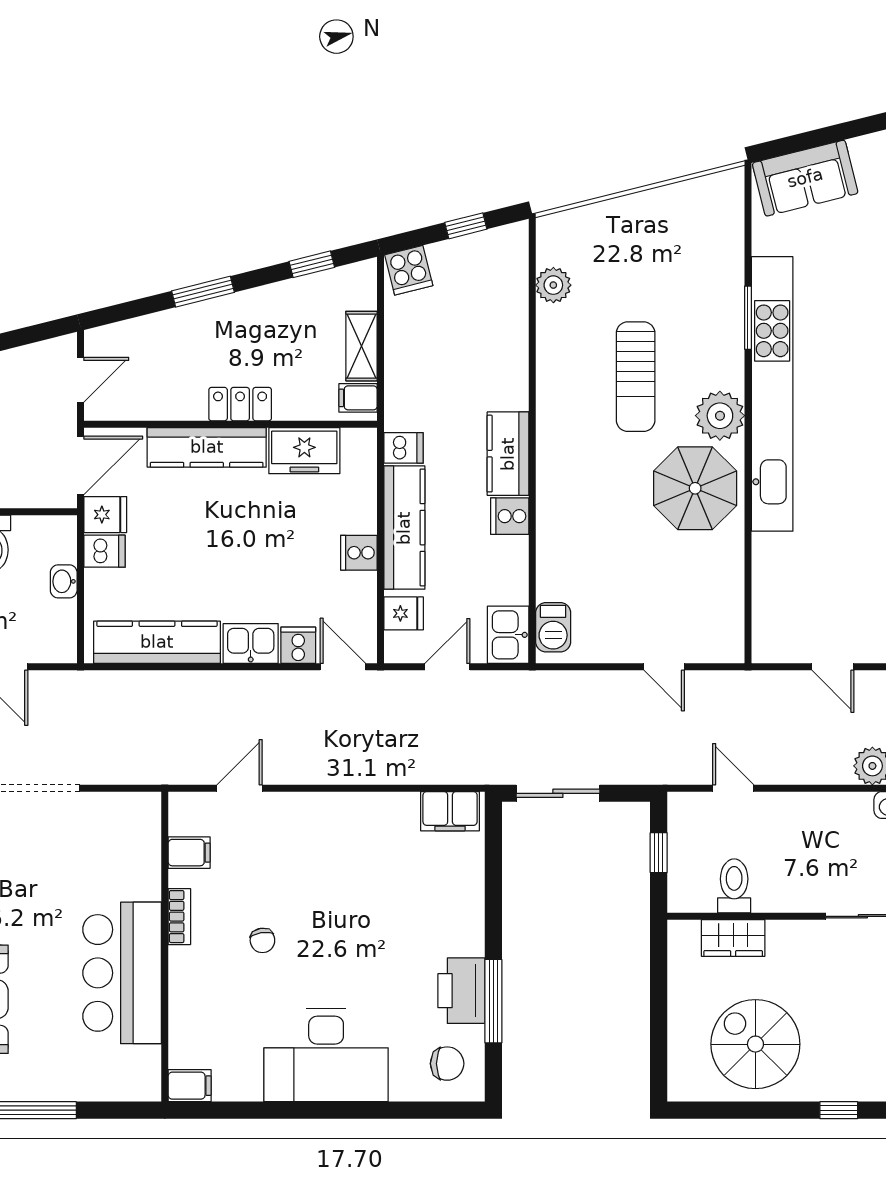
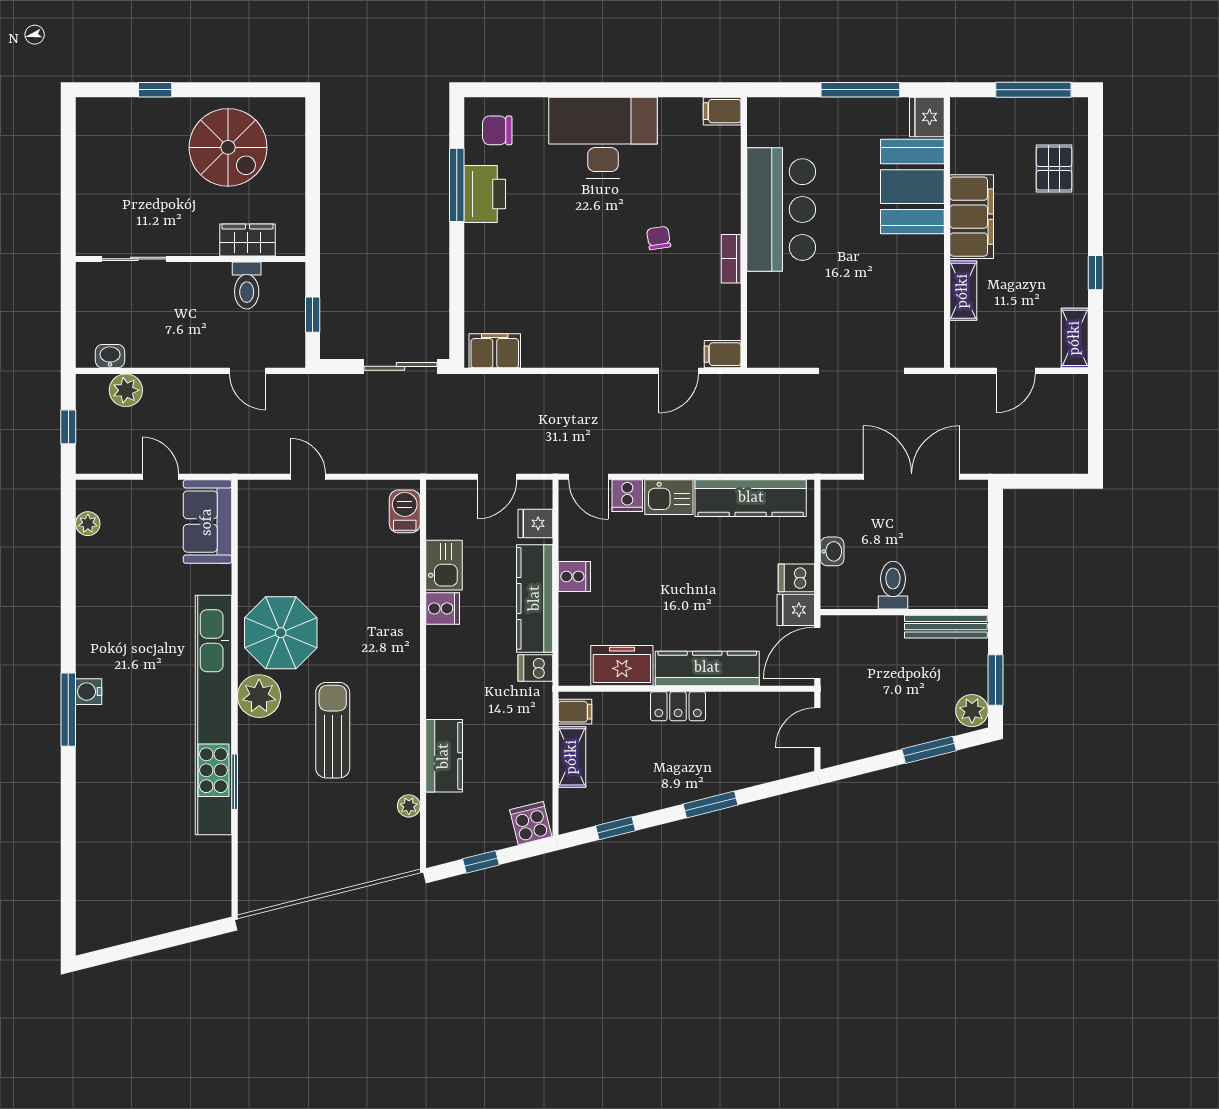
sofa: (805, 178) -> (207, 522), moved, turned -76
plant: (553, 285) -> (409, 806), width x0.73, depth x0.73
kitchen counter: (508, 454) -> (444, 756), moved
kitchen sink: (508, 635) -> (444, 565), moved
filing cabinet: (189, 853) -> (723, 354), moved

